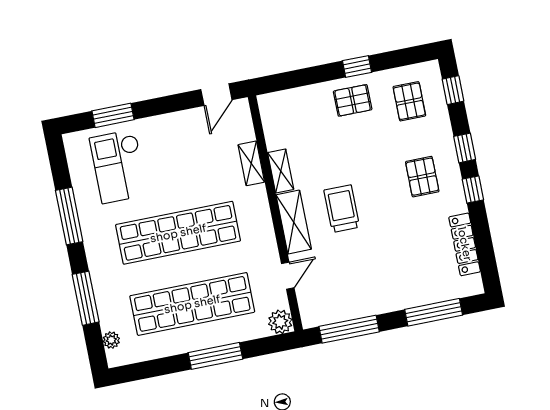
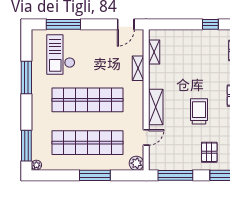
pallet: (353, 100) -> (209, 152), moved, turned 90
window: (113, 115) -> (63, 24), width x1.44
shelving: (281, 171) -> (154, 52), moved
trolley: (342, 209) -> (199, 111), moved
window: (86, 298) -> (26, 146), moved
plant: (111, 340) -> (36, 165), moved

